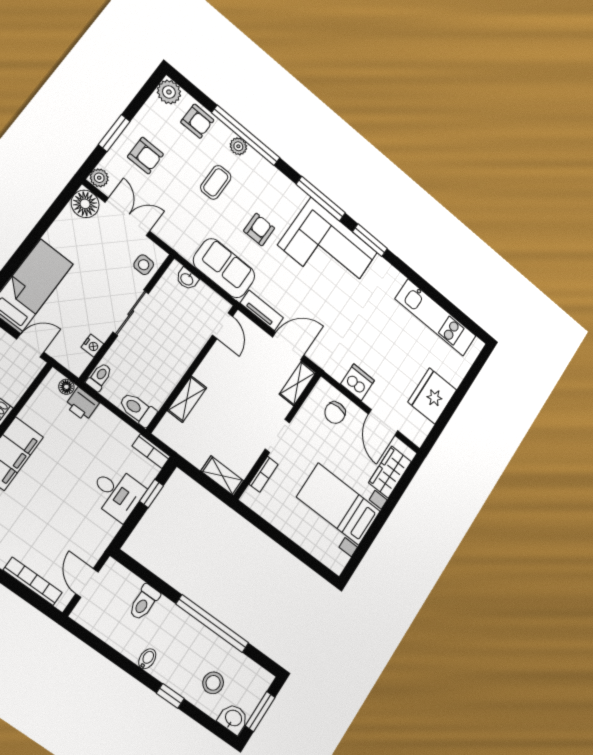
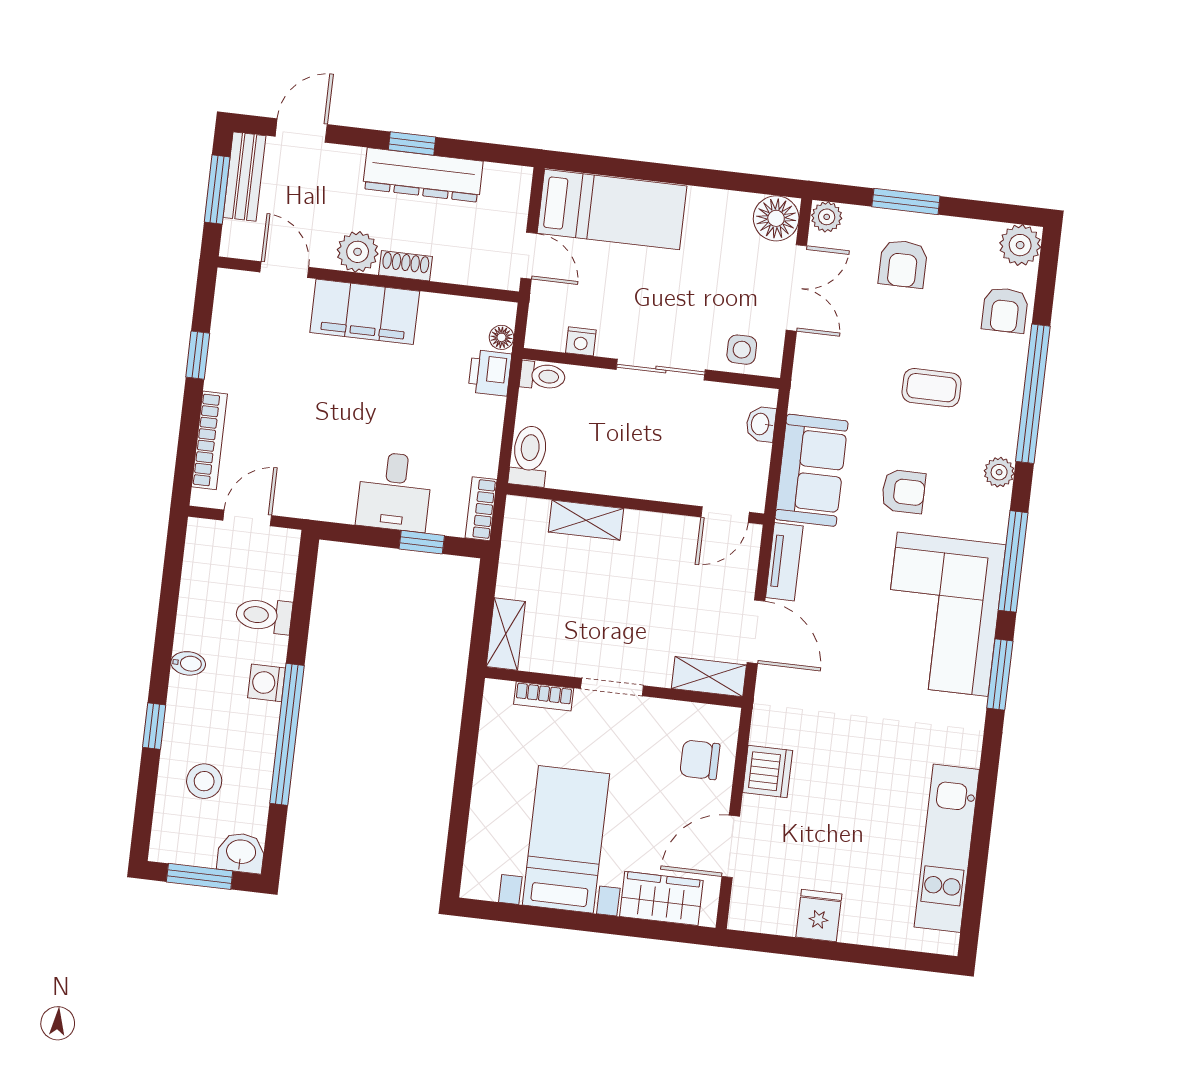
plant: (238, 146) -> (999, 472), moved
fridge: (432, 396) -> (819, 916), width x0.53, depth x0.75
washing machine: (180, 620) -> (266, 683), added
washbasin: (233, 719) -> (241, 853), moved, turned -90

